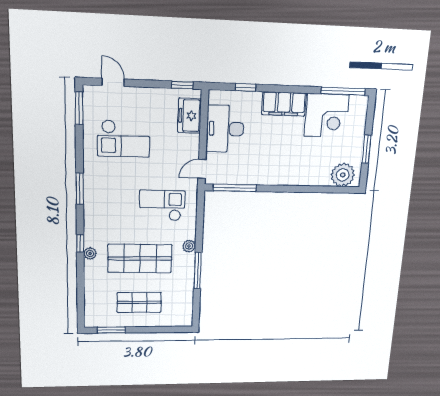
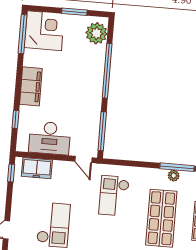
corner desk: (327, 116) -> (44, 31), moved
window: (302, 189) -> (107, 71), added
plant: (189, 246) -> (174, 176), moved

